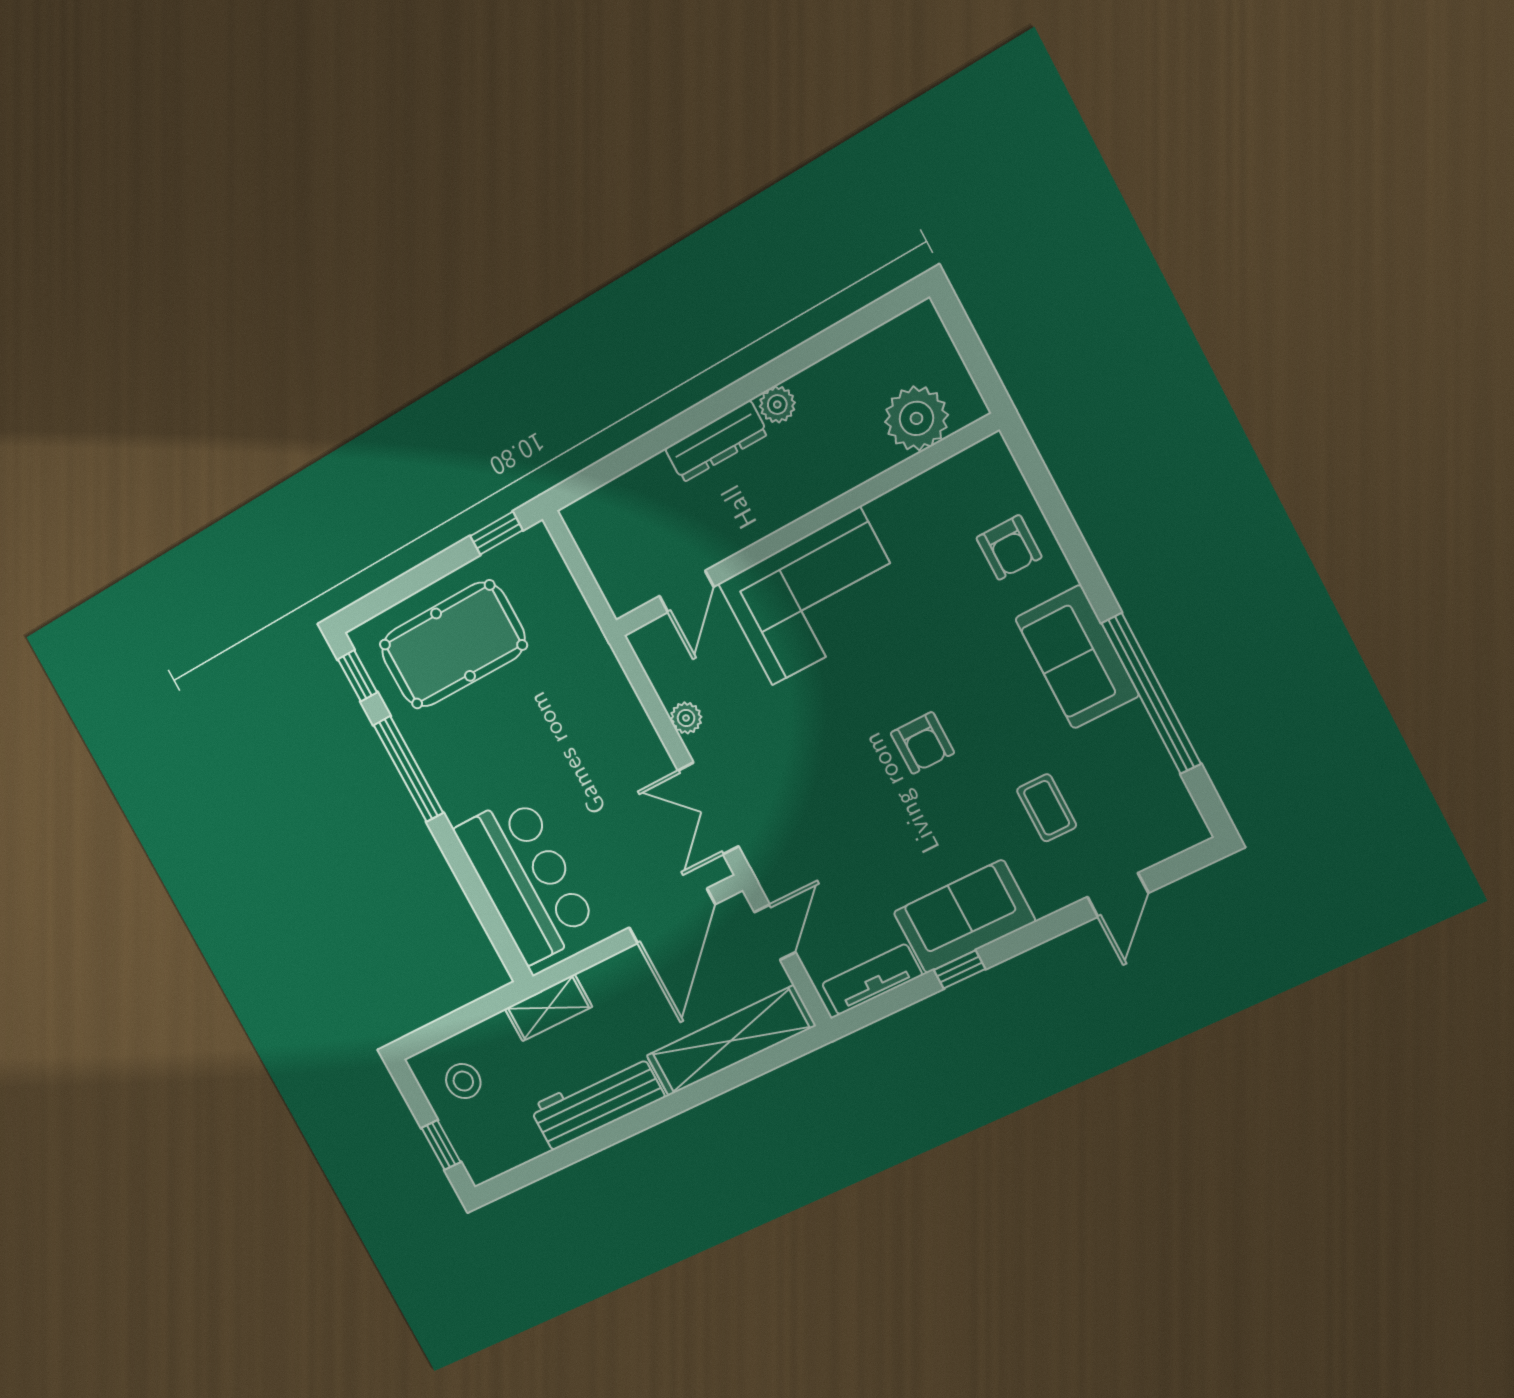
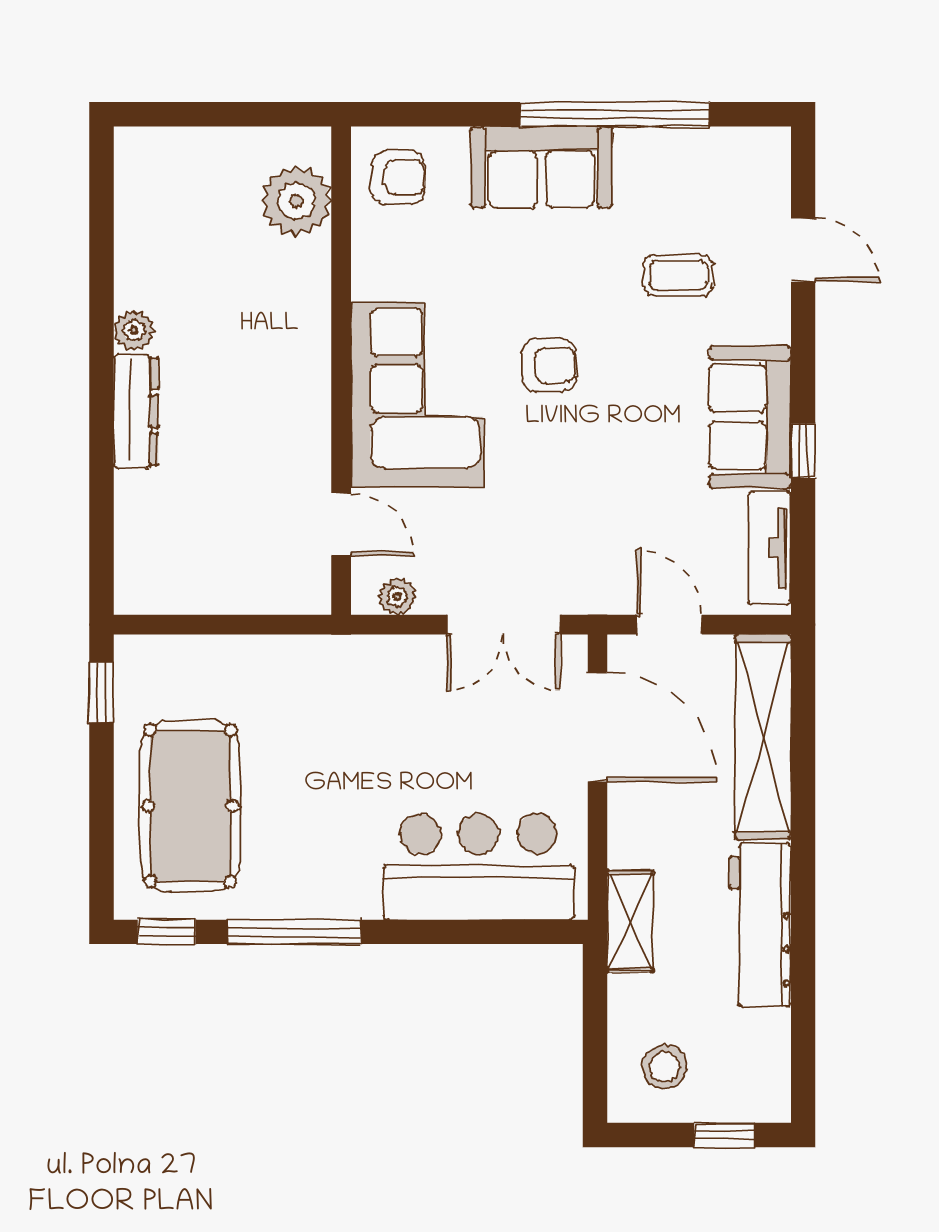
plant: (916, 418) -> (296, 201), moved
wall: (802, 528) -> (341, 371), moved
door: (686, 591) -> (341, 524), moved
corner sofa: (816, 597) -> (417, 395), moved

